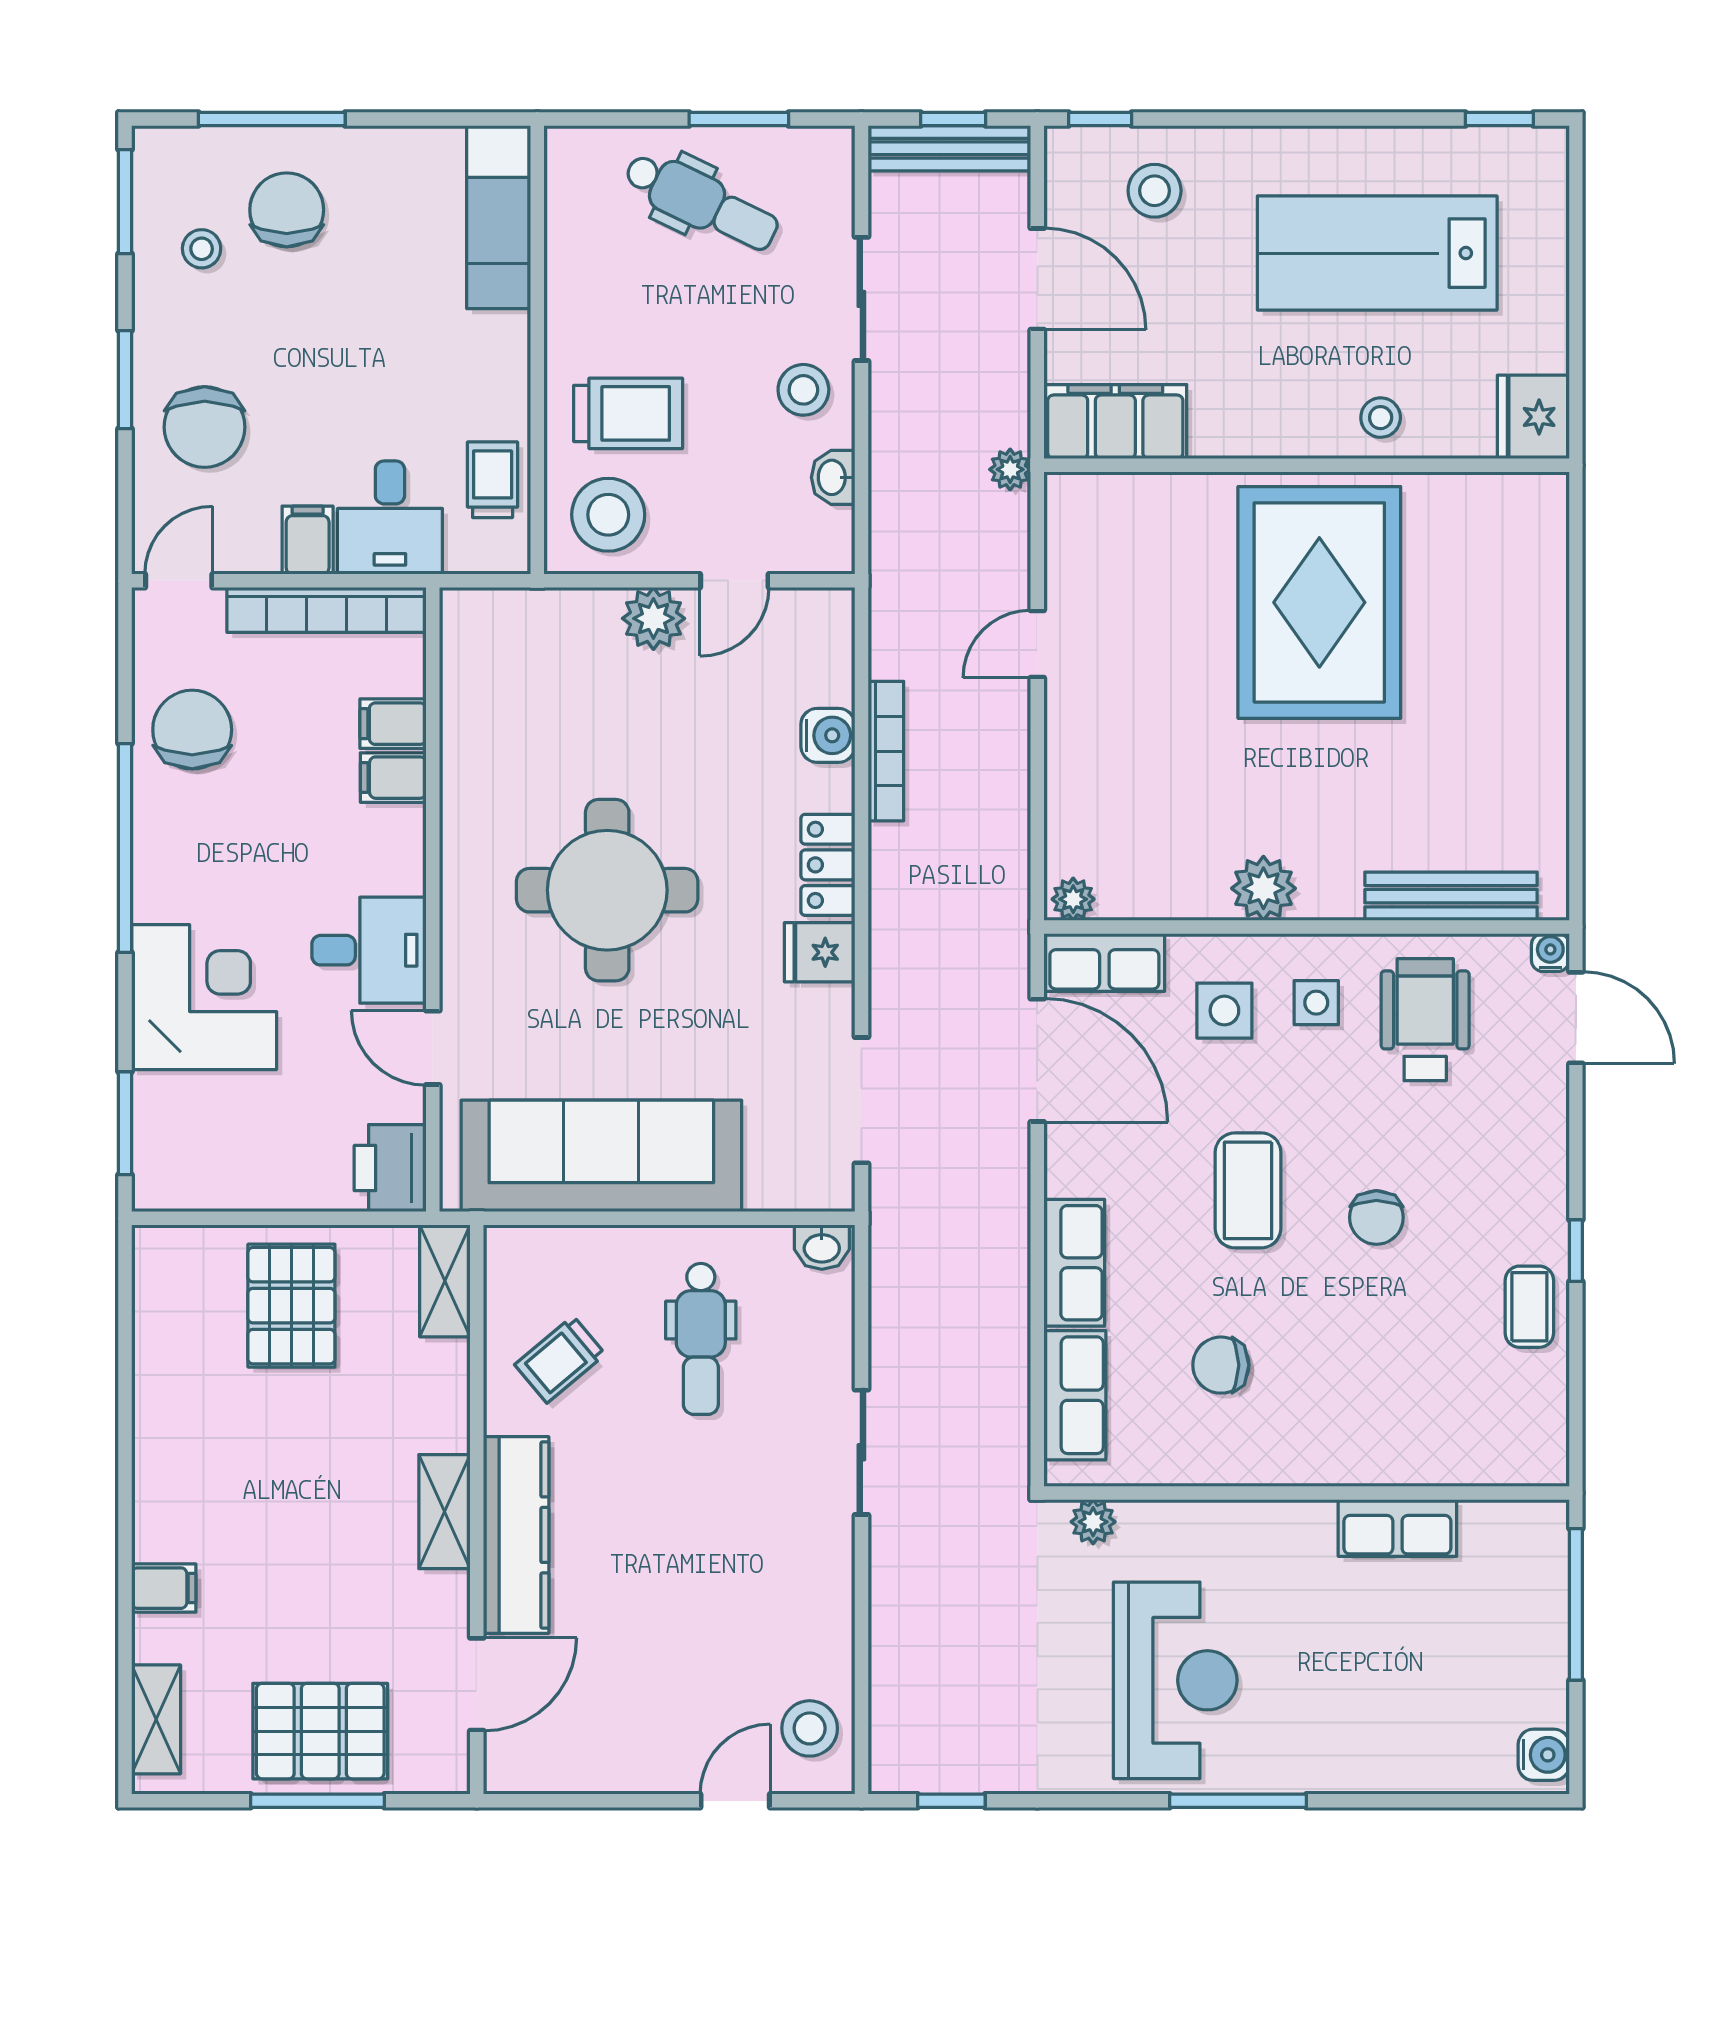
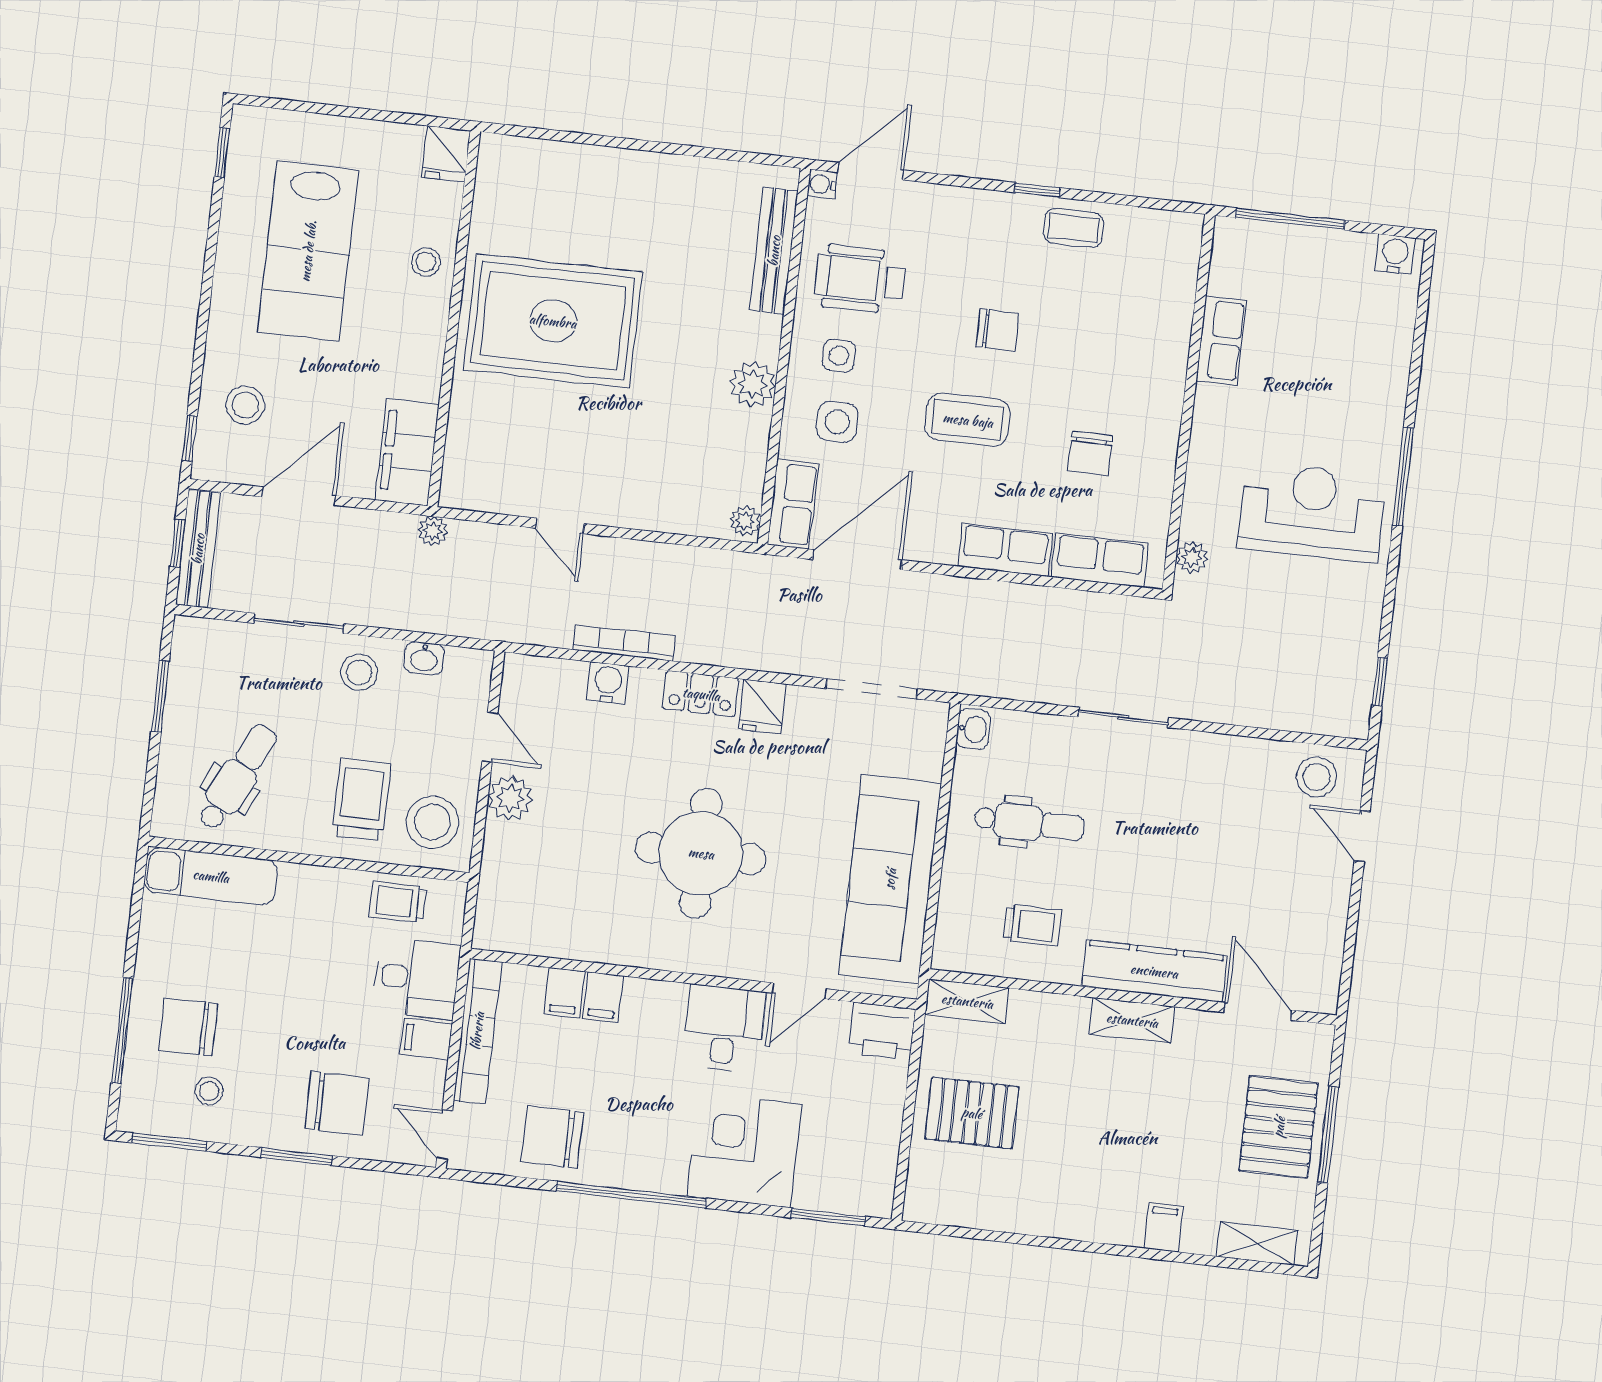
dental chair: (701, 202) -> (237, 777), moved
fridge: (1533, 417) -> (446, 154), width x0.72
trolley: (560, 1359) -> (1032, 925), turned -50

